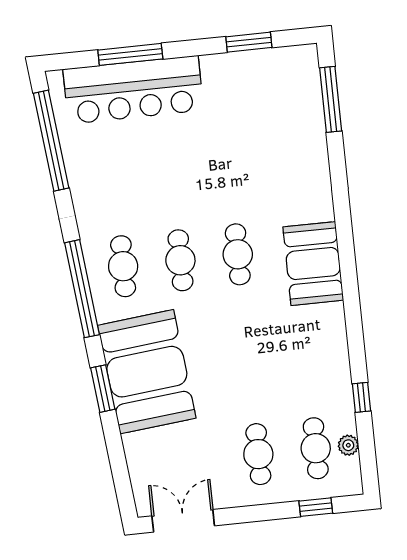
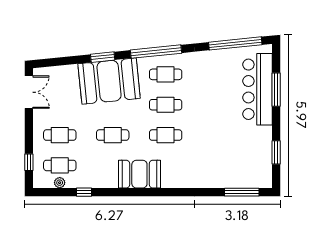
booth: (313, 264) -> (139, 174), moved
cafe table: (248, 354) -> (113, 135), added

